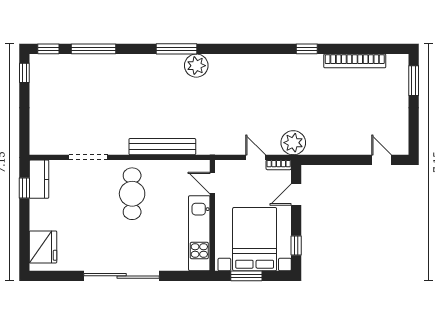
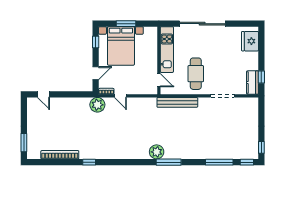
door: (212, 183) -> (159, 80), moved
wall: (212, 215) -> (159, 60), moved
kitchen unit: (199, 233) -> (167, 50), moved

